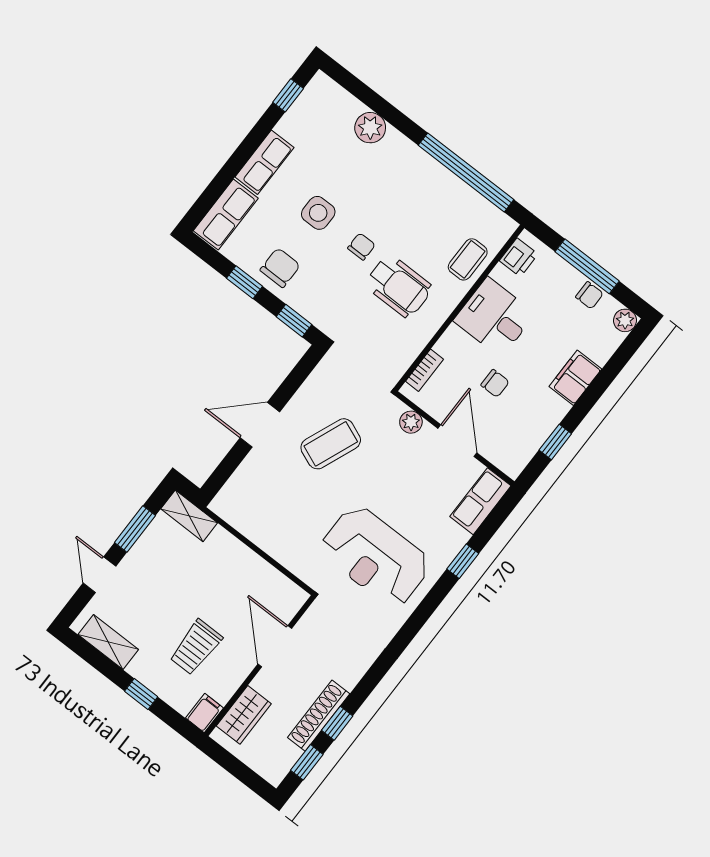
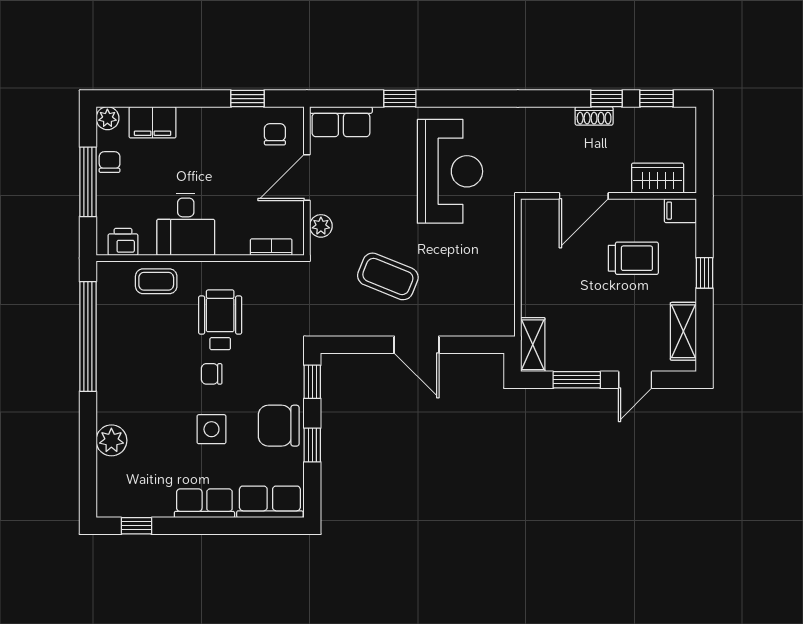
chair: (280, 268) -> (279, 426), width x1.37, depth x1.37
filing cabinet: (575, 378) -> (153, 122), moved
chair: (495, 383) -> (275, 134), moved
shoe rack: (319, 716) -> (594, 116), width x0.51, depth x0.81

